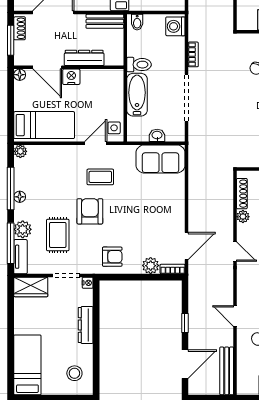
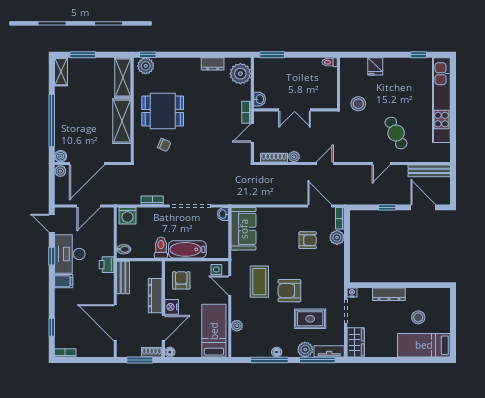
shoe rack: (20, 28) -> (152, 352), moved
armchair: (102, 88) -> (181, 280), added
washbasin: (157, 135) -> (223, 214), moved
plant: (20, 151) -> (237, 326), moved
coffee table: (100, 177) -> (259, 282), width x1.36, depth x1.30
armchair: (112, 257) -> (308, 240), moved, turned 90
stool: (74, 373) -> (418, 317), moved

